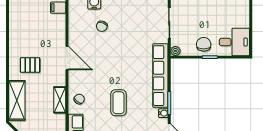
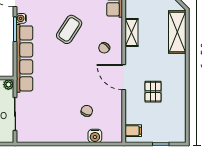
pallet: (30, 65) -> (153, 92), moved, turned 90
chair: (79, 99) -> (104, 48), moved
coffee table: (118, 103) -> (69, 29), turned 33

